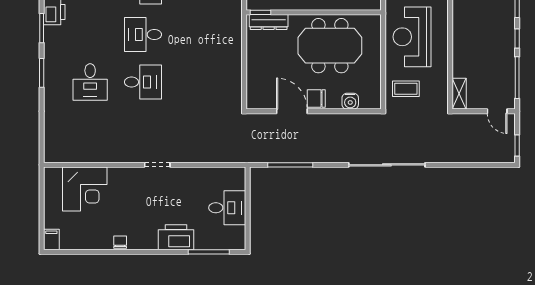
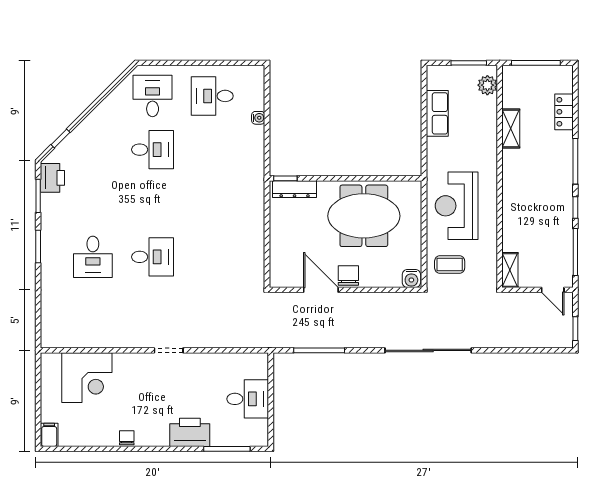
desk: (143, 35) -> (153, 203), removed
chair: (316, 99) -> (348, 276), turned 90
water cooler: (350, 101) -> (411, 279), moved

